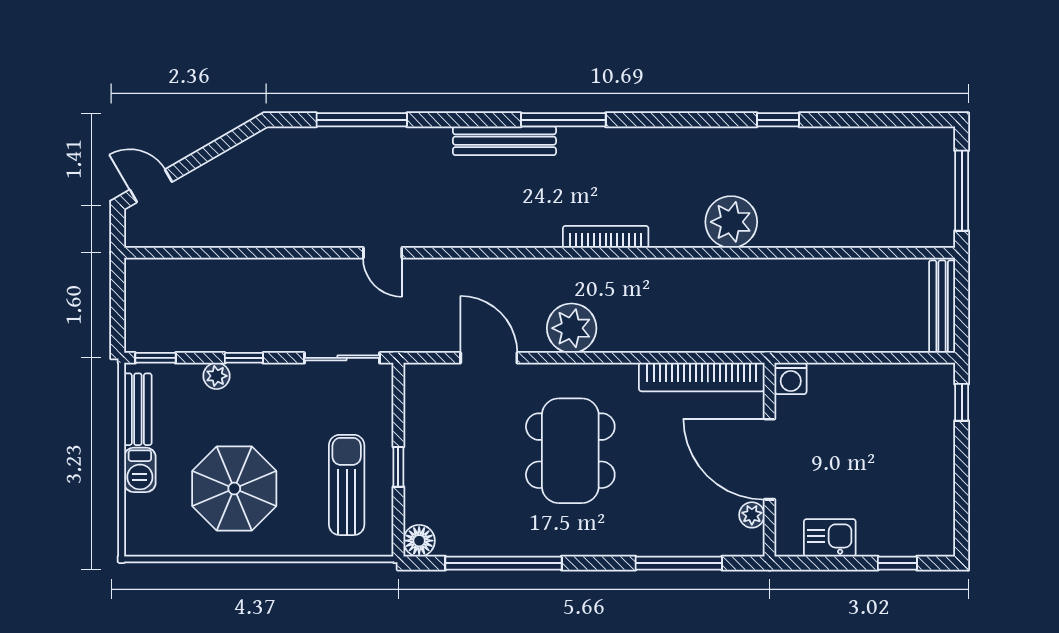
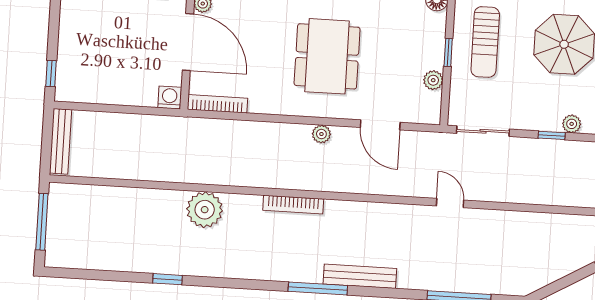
plant: (572, 328) -> (321, 134), width x0.53, depth x0.53
bookcase: (702, 377) -> (217, 104), width x0.68, depth x0.76
plant: (417, 426) -> (433, 80), added

